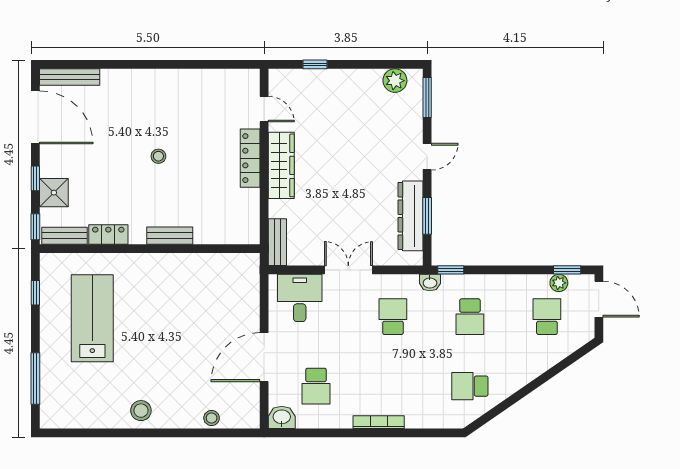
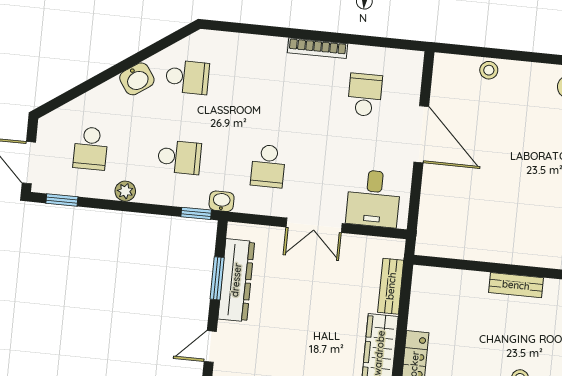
bench: (277, 242) -> (391, 286), moved
plant: (559, 283) -> (125, 191), moved
school desk: (470, 317) -> (179, 157), turned 90
door: (264, 357) -> (421, 134), hinge flipped
washbasin: (282, 417) -> (137, 79), moved, turned -35
bookcase: (379, 422) -> (317, 48), moved

